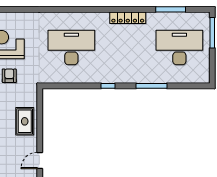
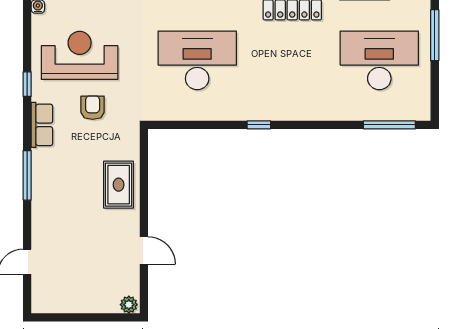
window: (151, 86) -> (389, 125), moved
door: (40, 160) -> (144, 251), swing flipped

